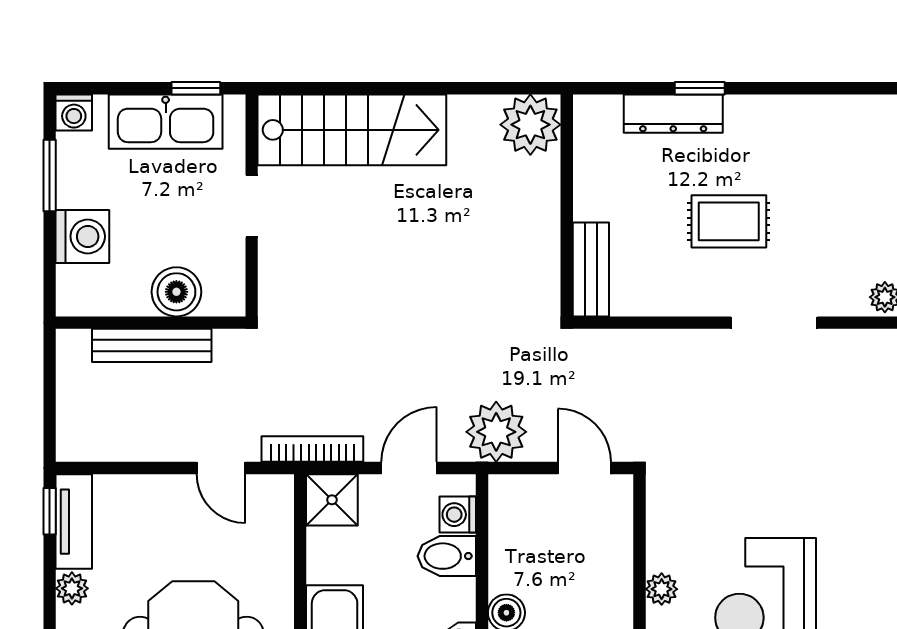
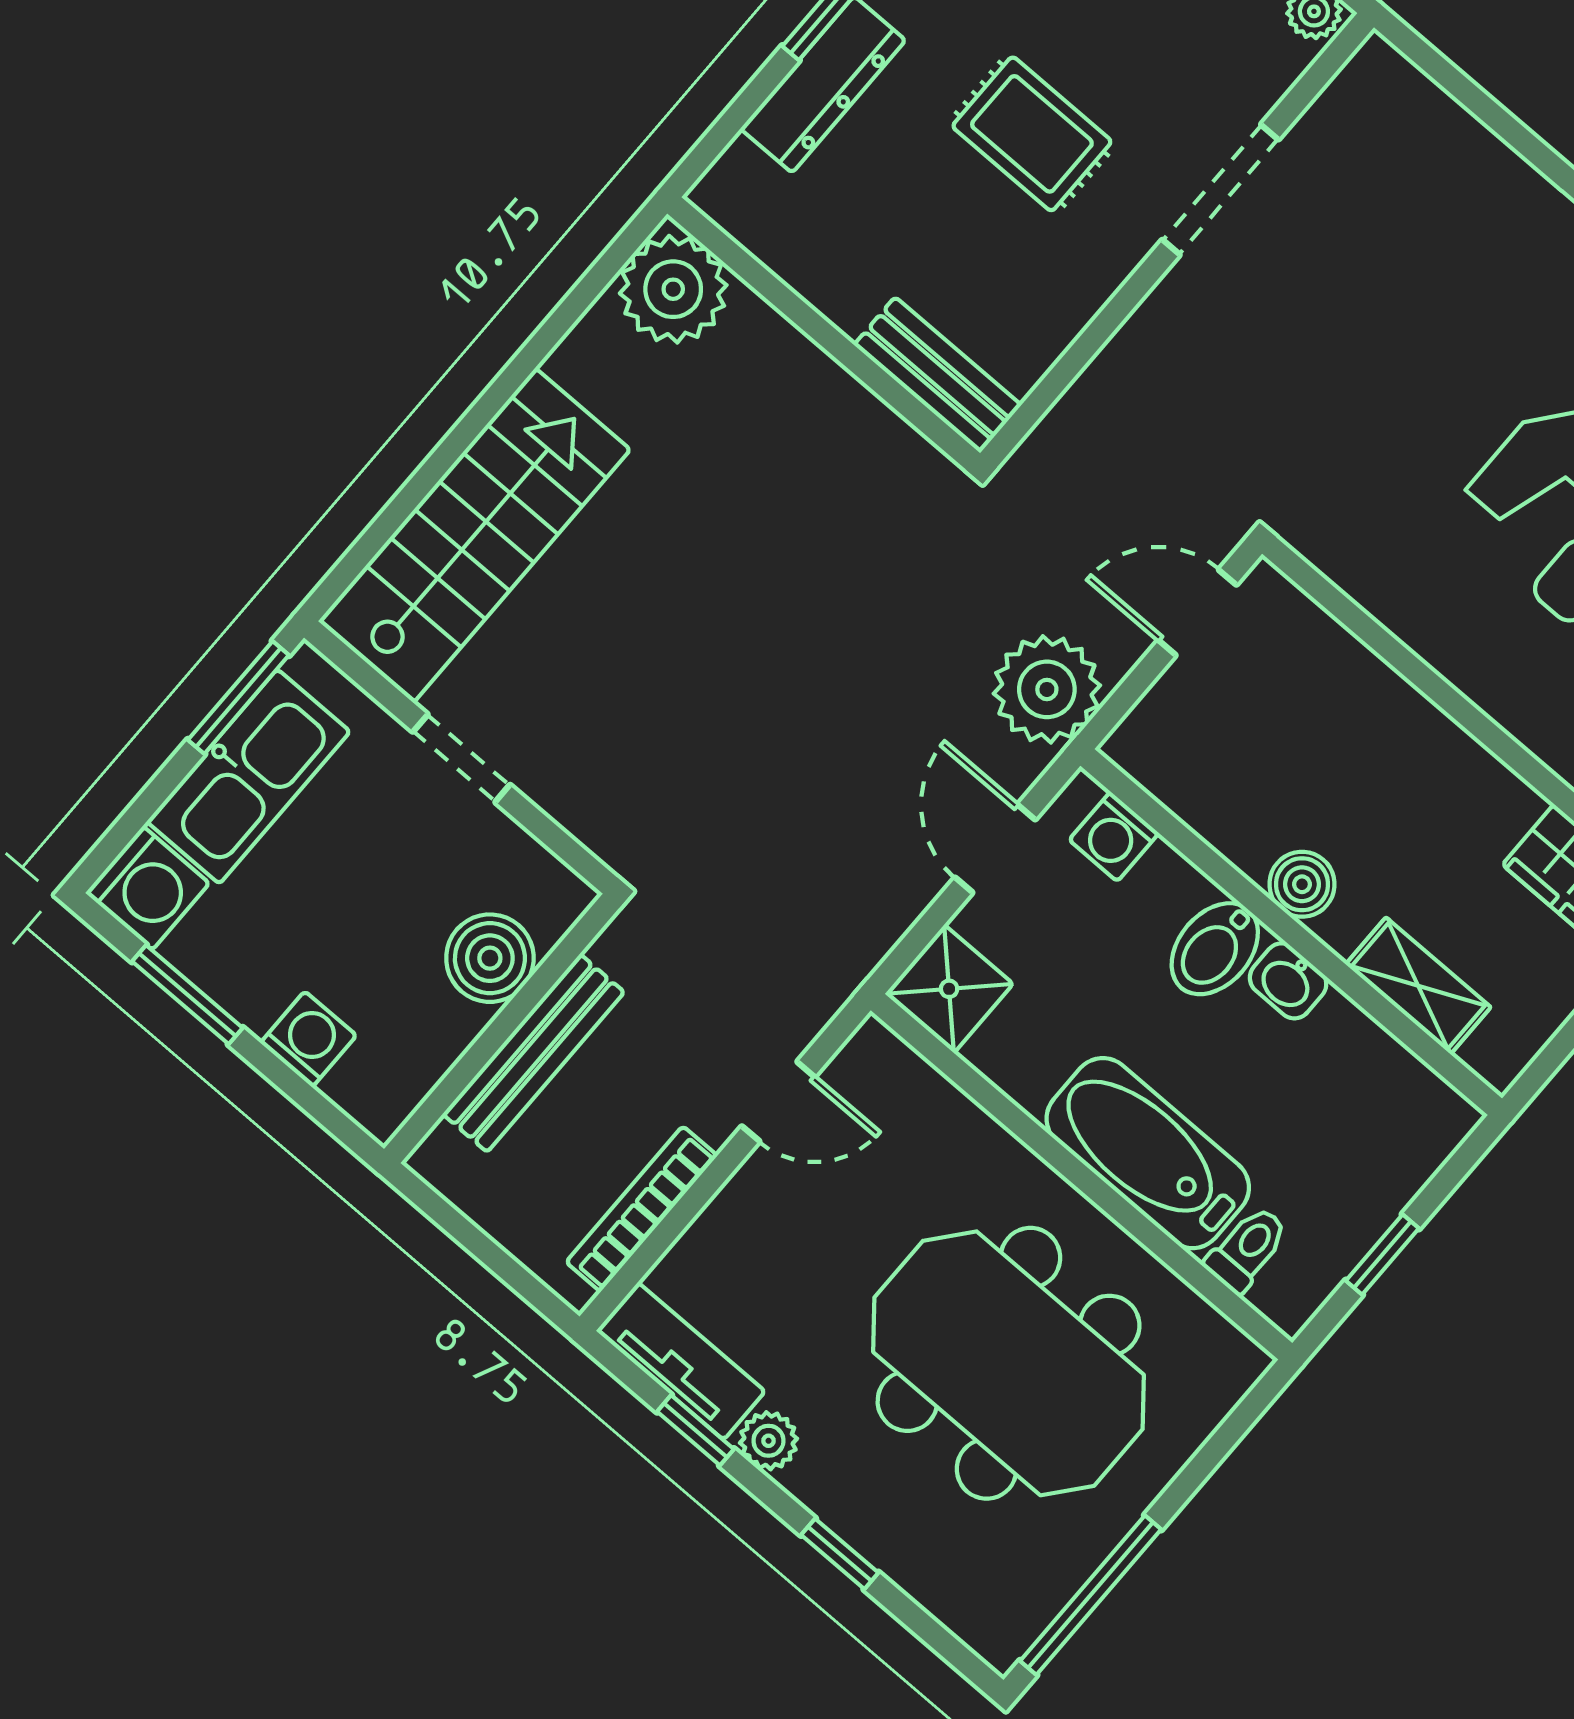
window: (196, 88) -> (238, 697), width x1.50
washing machine: (74, 112) -> (147, 888), width x1.38, depth x1.38
rug: (729, 221) -> (1032, 134), turned 90
washing machine: (82, 236) -> (308, 1039), width x0.73, depth x0.73
bookcase: (312, 449) -> (642, 1209), moved
window: (50, 511) -> (696, 1430), moved
bidet: (447, 556) -> (1215, 949), moved
plant: (662, 589) -> (1449, 648), removed

